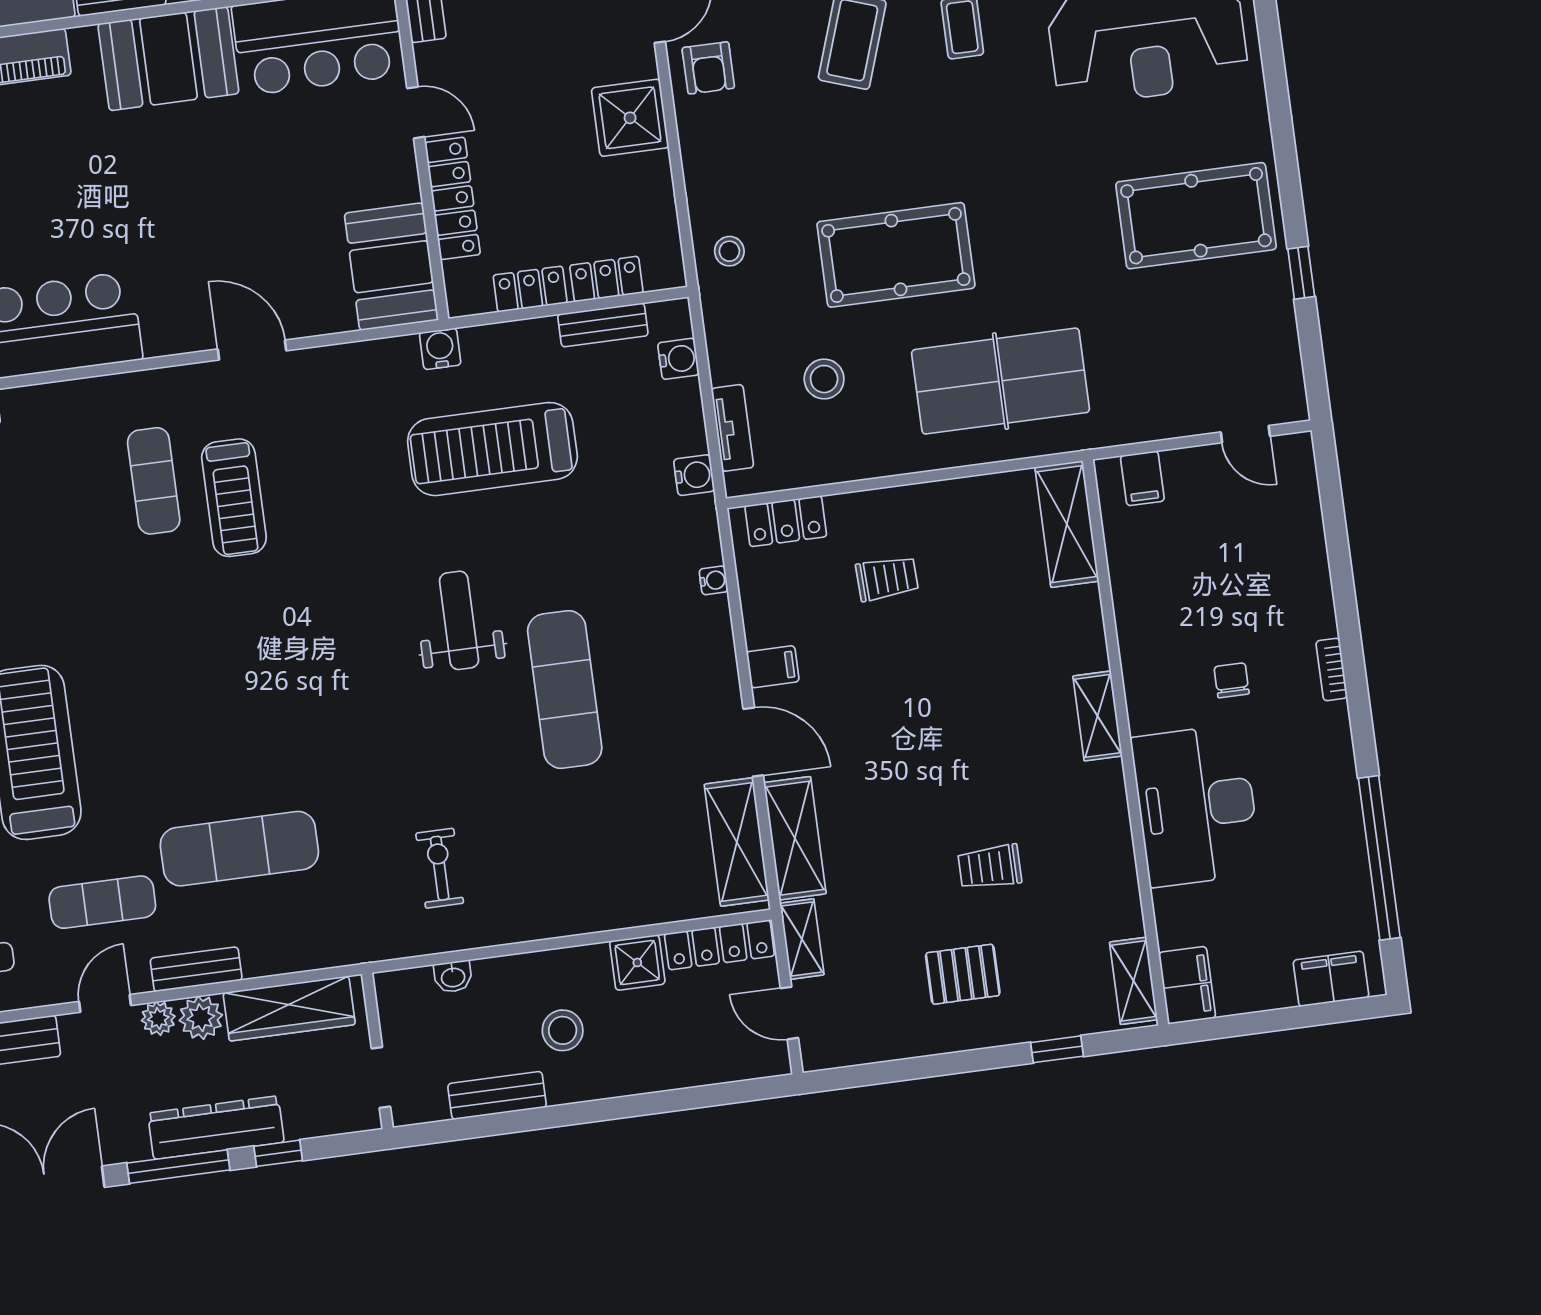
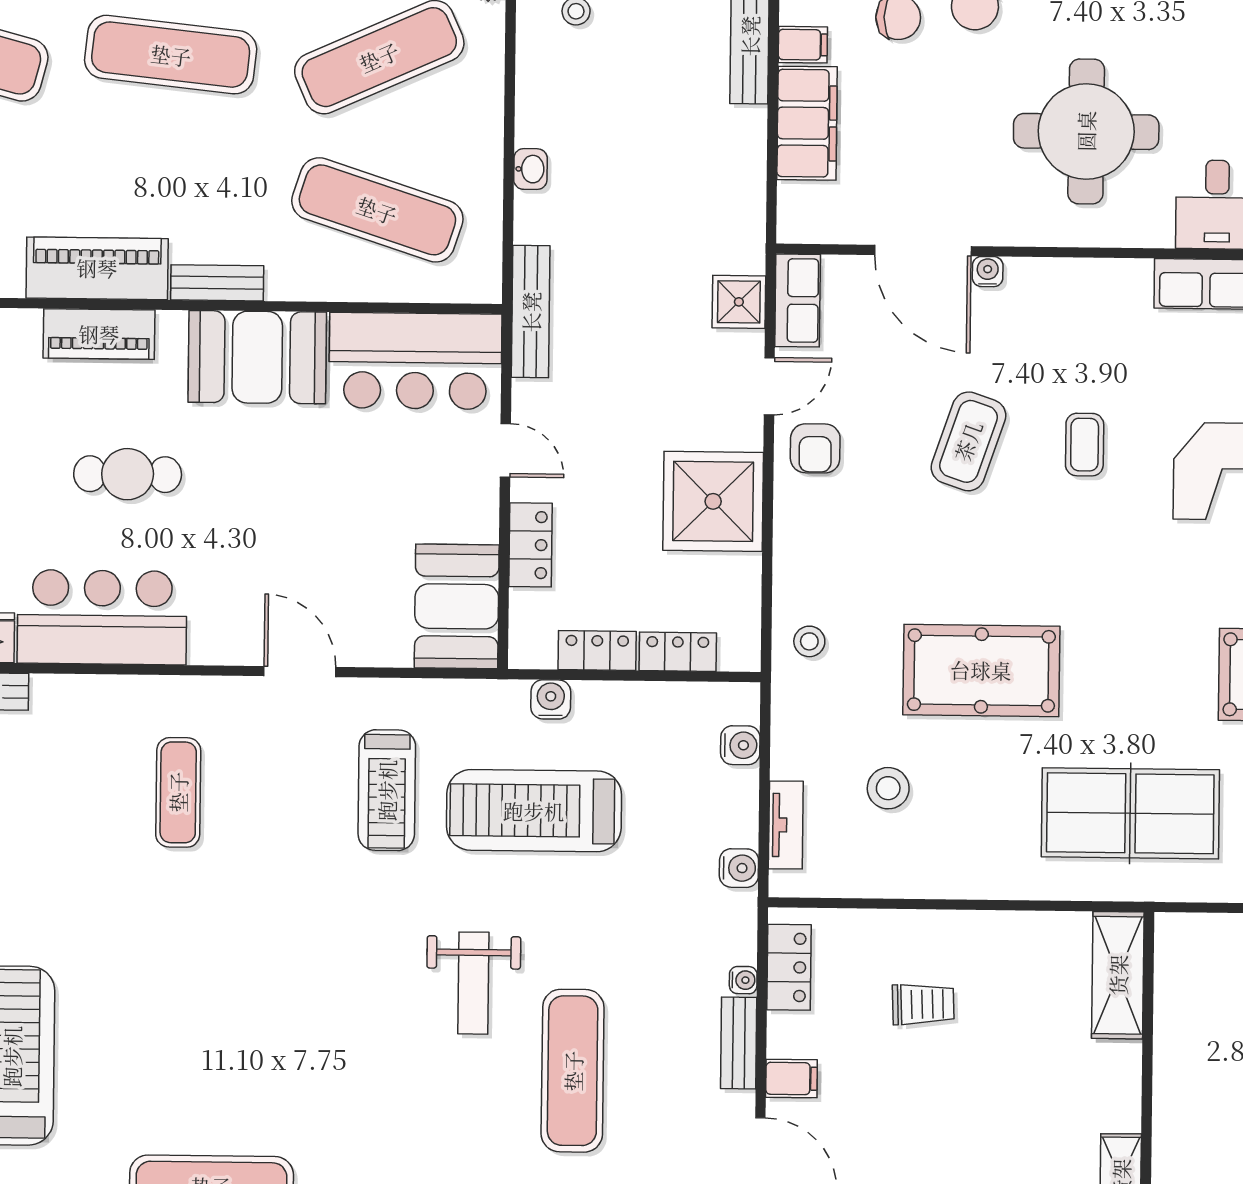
shower: (630, 118) -> (713, 501), width x1.37, depth x1.37
cafe table: (62, 187) -> (128, 474), added
locker: (453, 198) -> (531, 545), width x0.66
bench: (603, 325) -> (739, 1043), moved, turned 90
water cooler: (440, 349) -> (551, 699), moved
table tennis table: (1001, 381) -> (1130, 813), moved
filing cabinet: (1142, 478) -> (1203, 939), removed
treadmill: (234, 498) -> (387, 790), moved
locker: (786, 521) -> (789, 967), moved, turned -90
weight bench: (459, 620) -> (473, 983), turned 180

